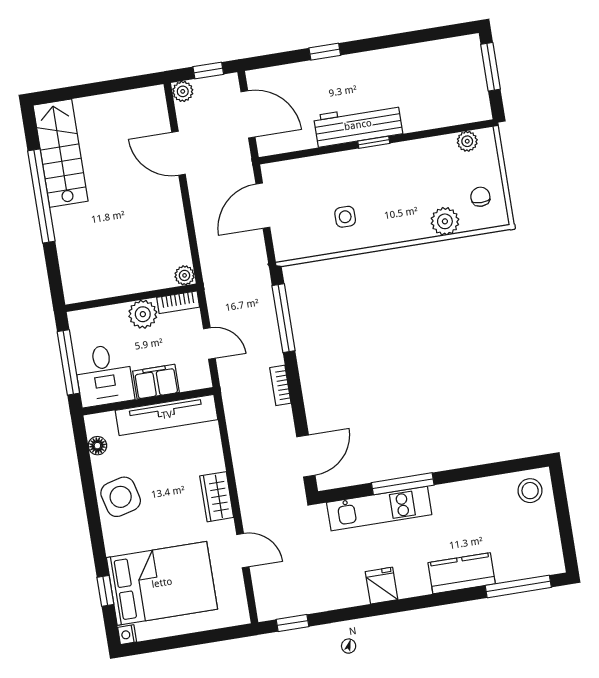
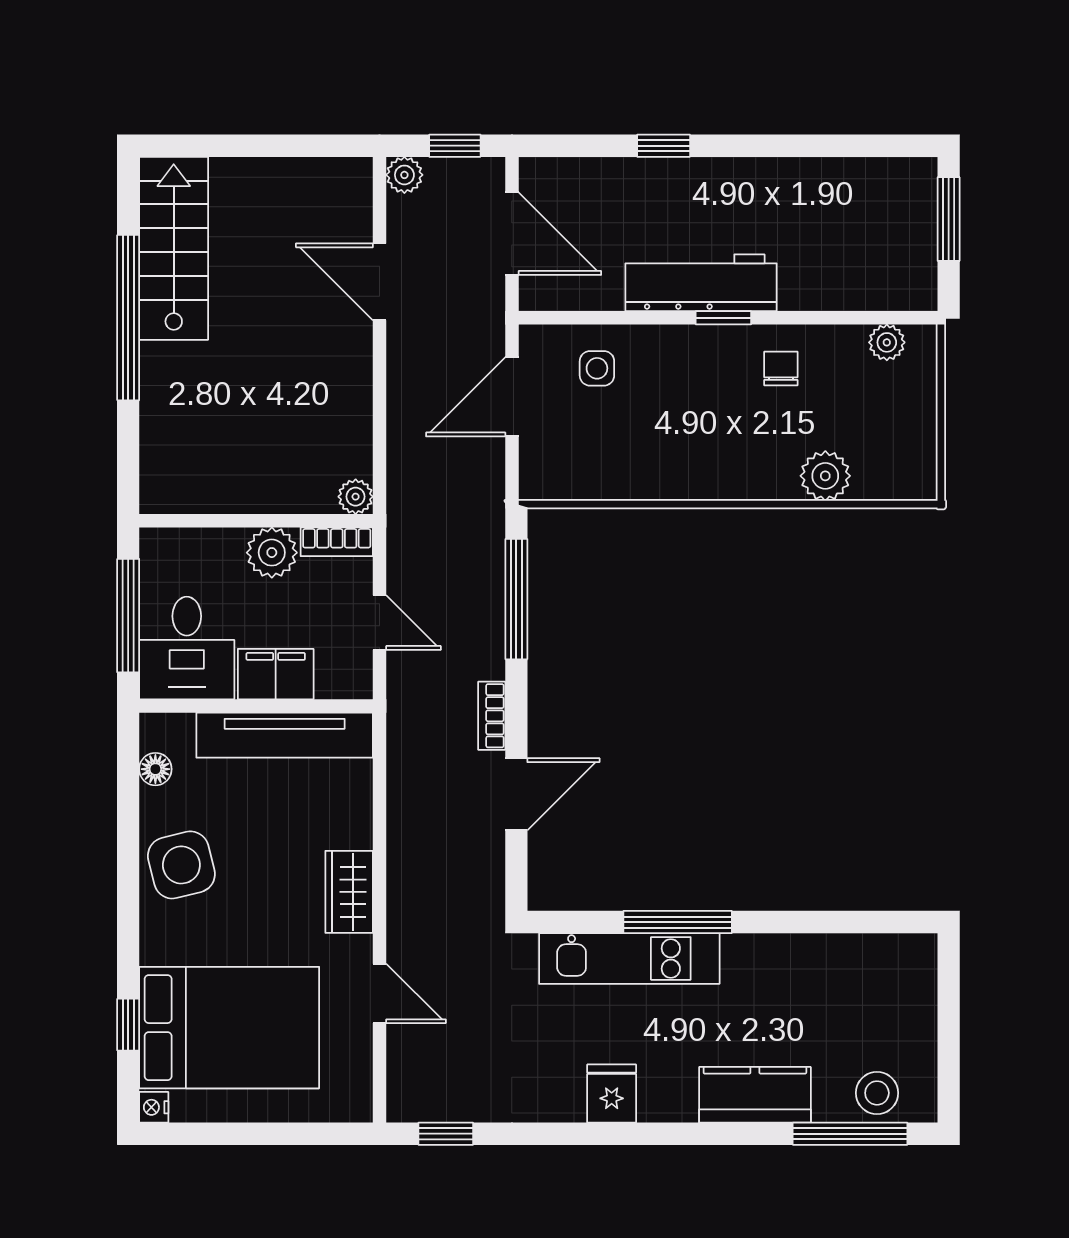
chair: (480, 197) -> (781, 369), moved
side table: (345, 217) -> (597, 368), moved
door: (306, 456) -> (516, 794), moved
stool: (530, 491) -> (877, 1093), moved

